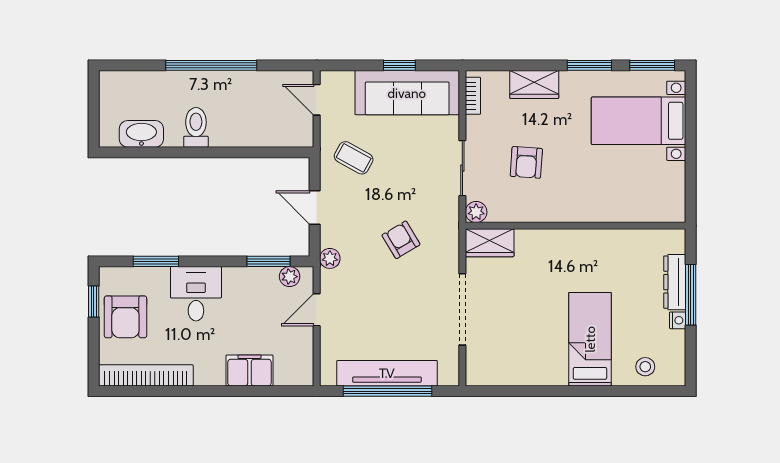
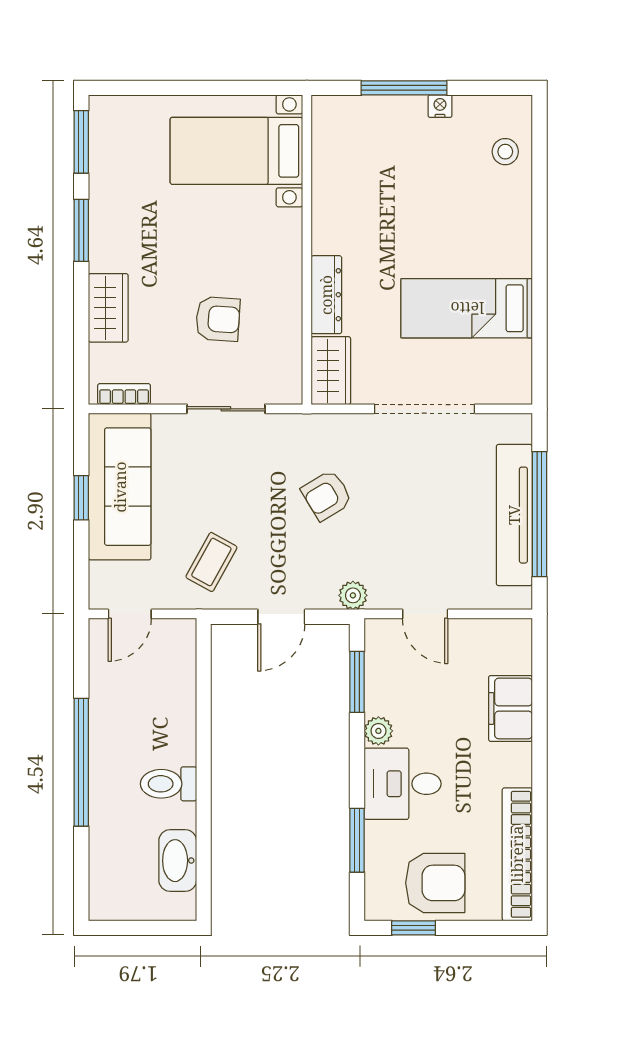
bed with nightstands: (639, 121) -> (236, 151), moved, turned 90
plant: (476, 212) -> (288, 390), removed
plant: (290, 277) -> (378, 731), moved
dresser: (675, 282) -> (326, 295), moved, turned -90
bed: (590, 339) -> (467, 308), moved

